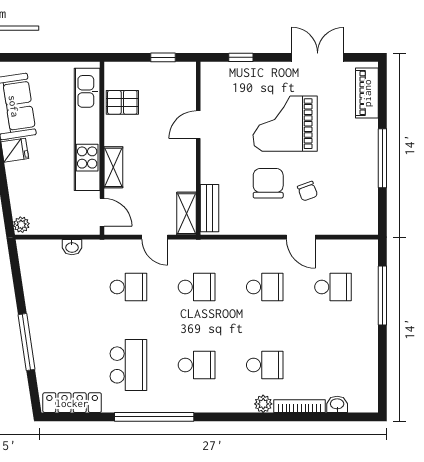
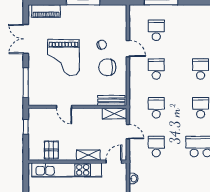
window: (241, 57) -> (26, 83), width x2.17
chair: (268, 183) -> (107, 67), moved
door: (155, 237) -> (128, 132), hinge flipped
door: (301, 237) -> (128, 49), hinge flipped

